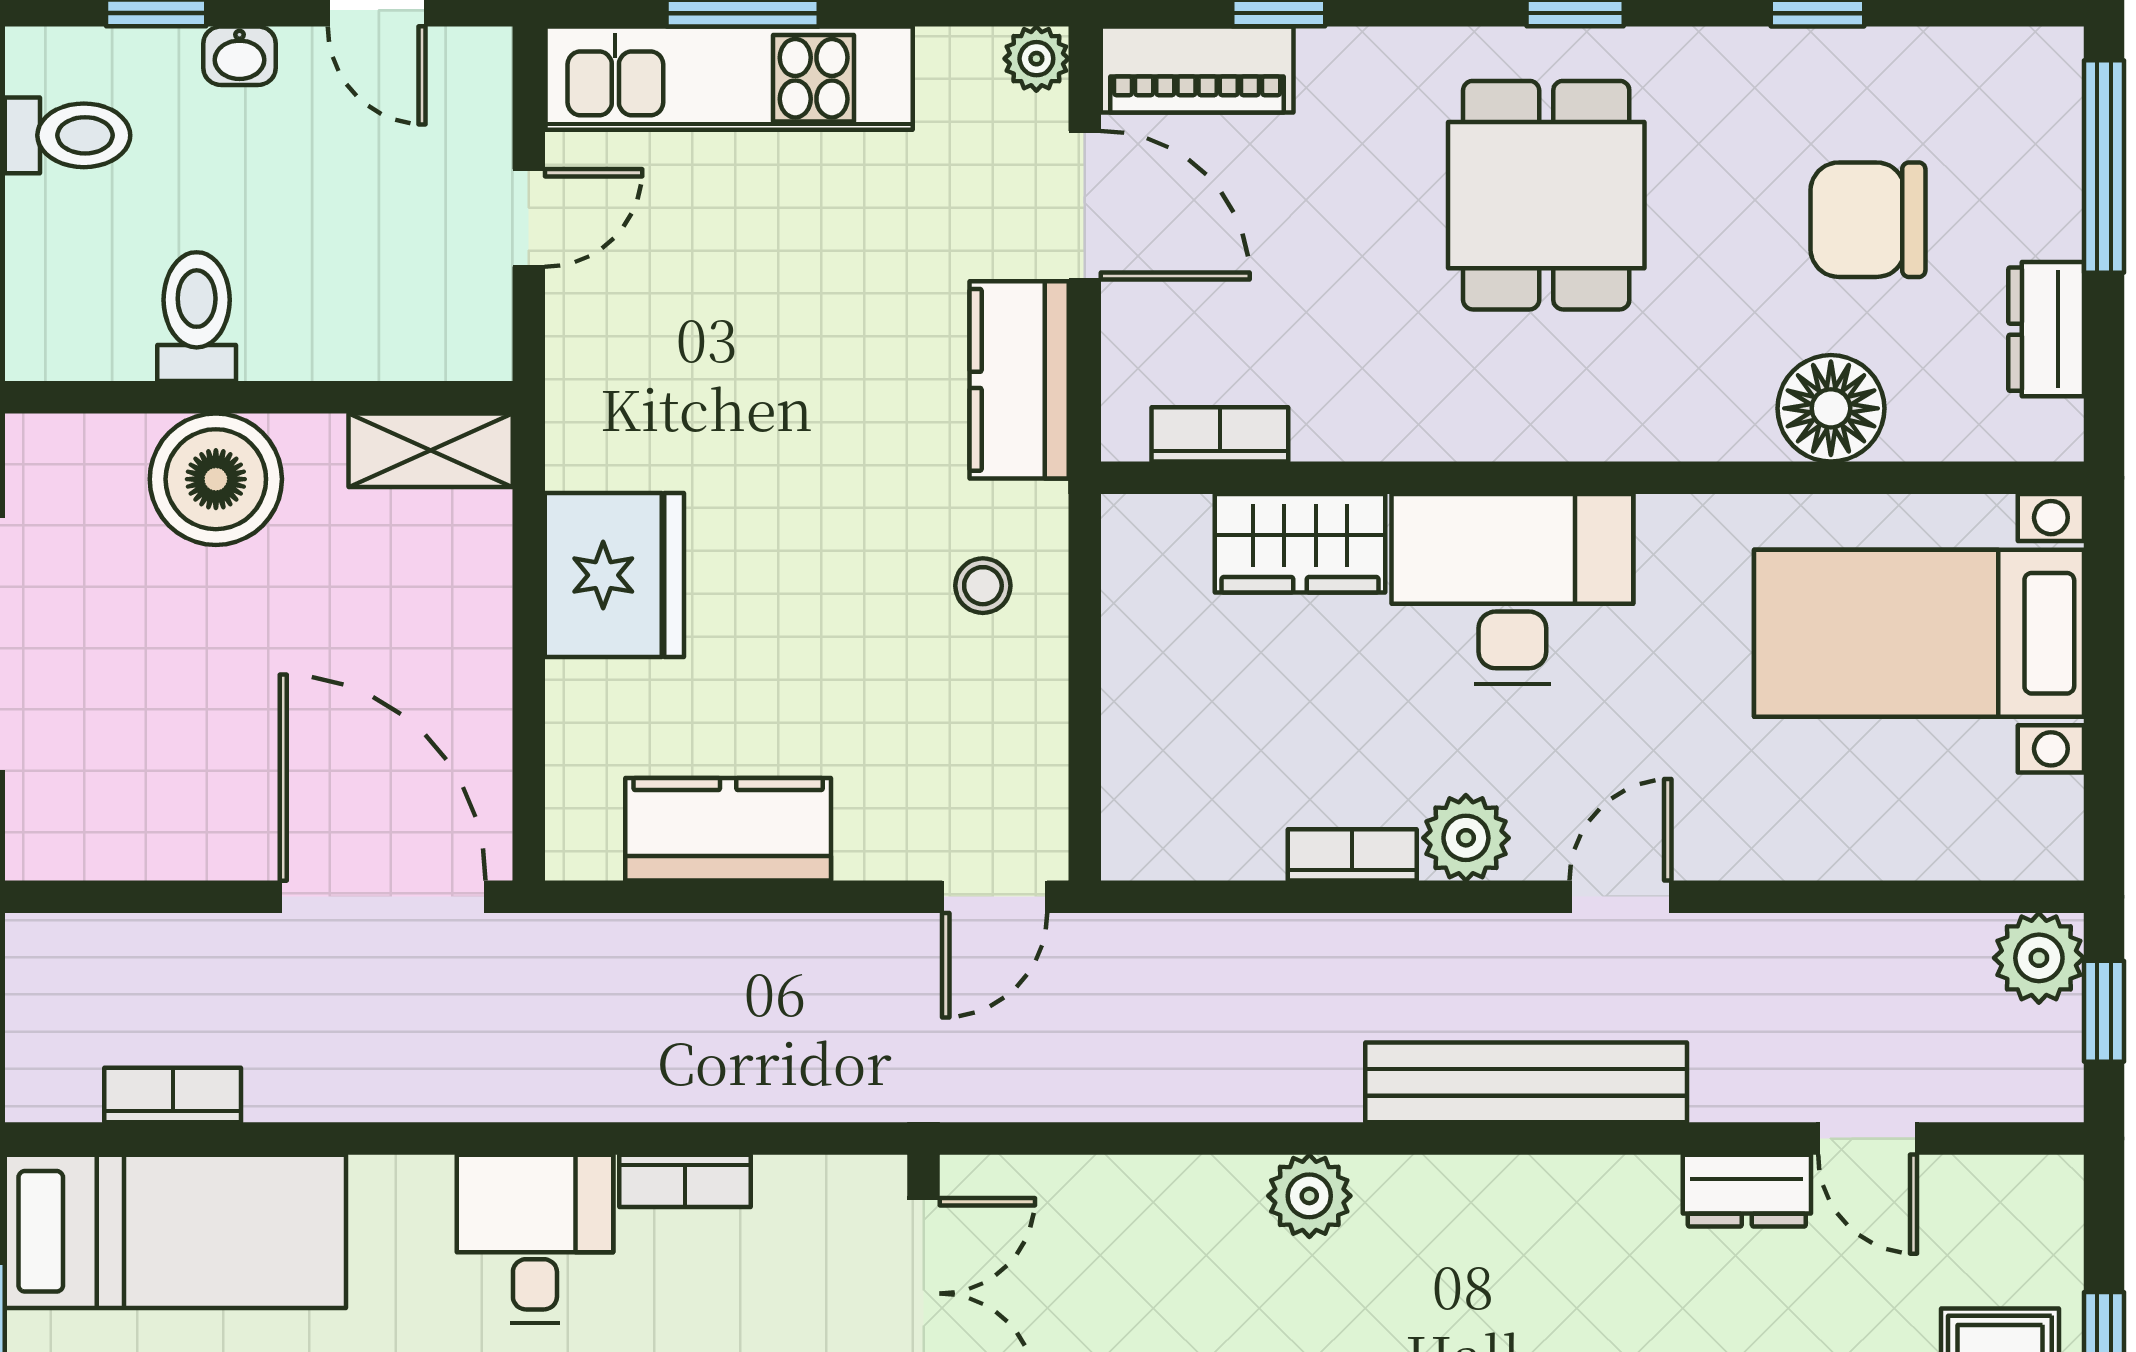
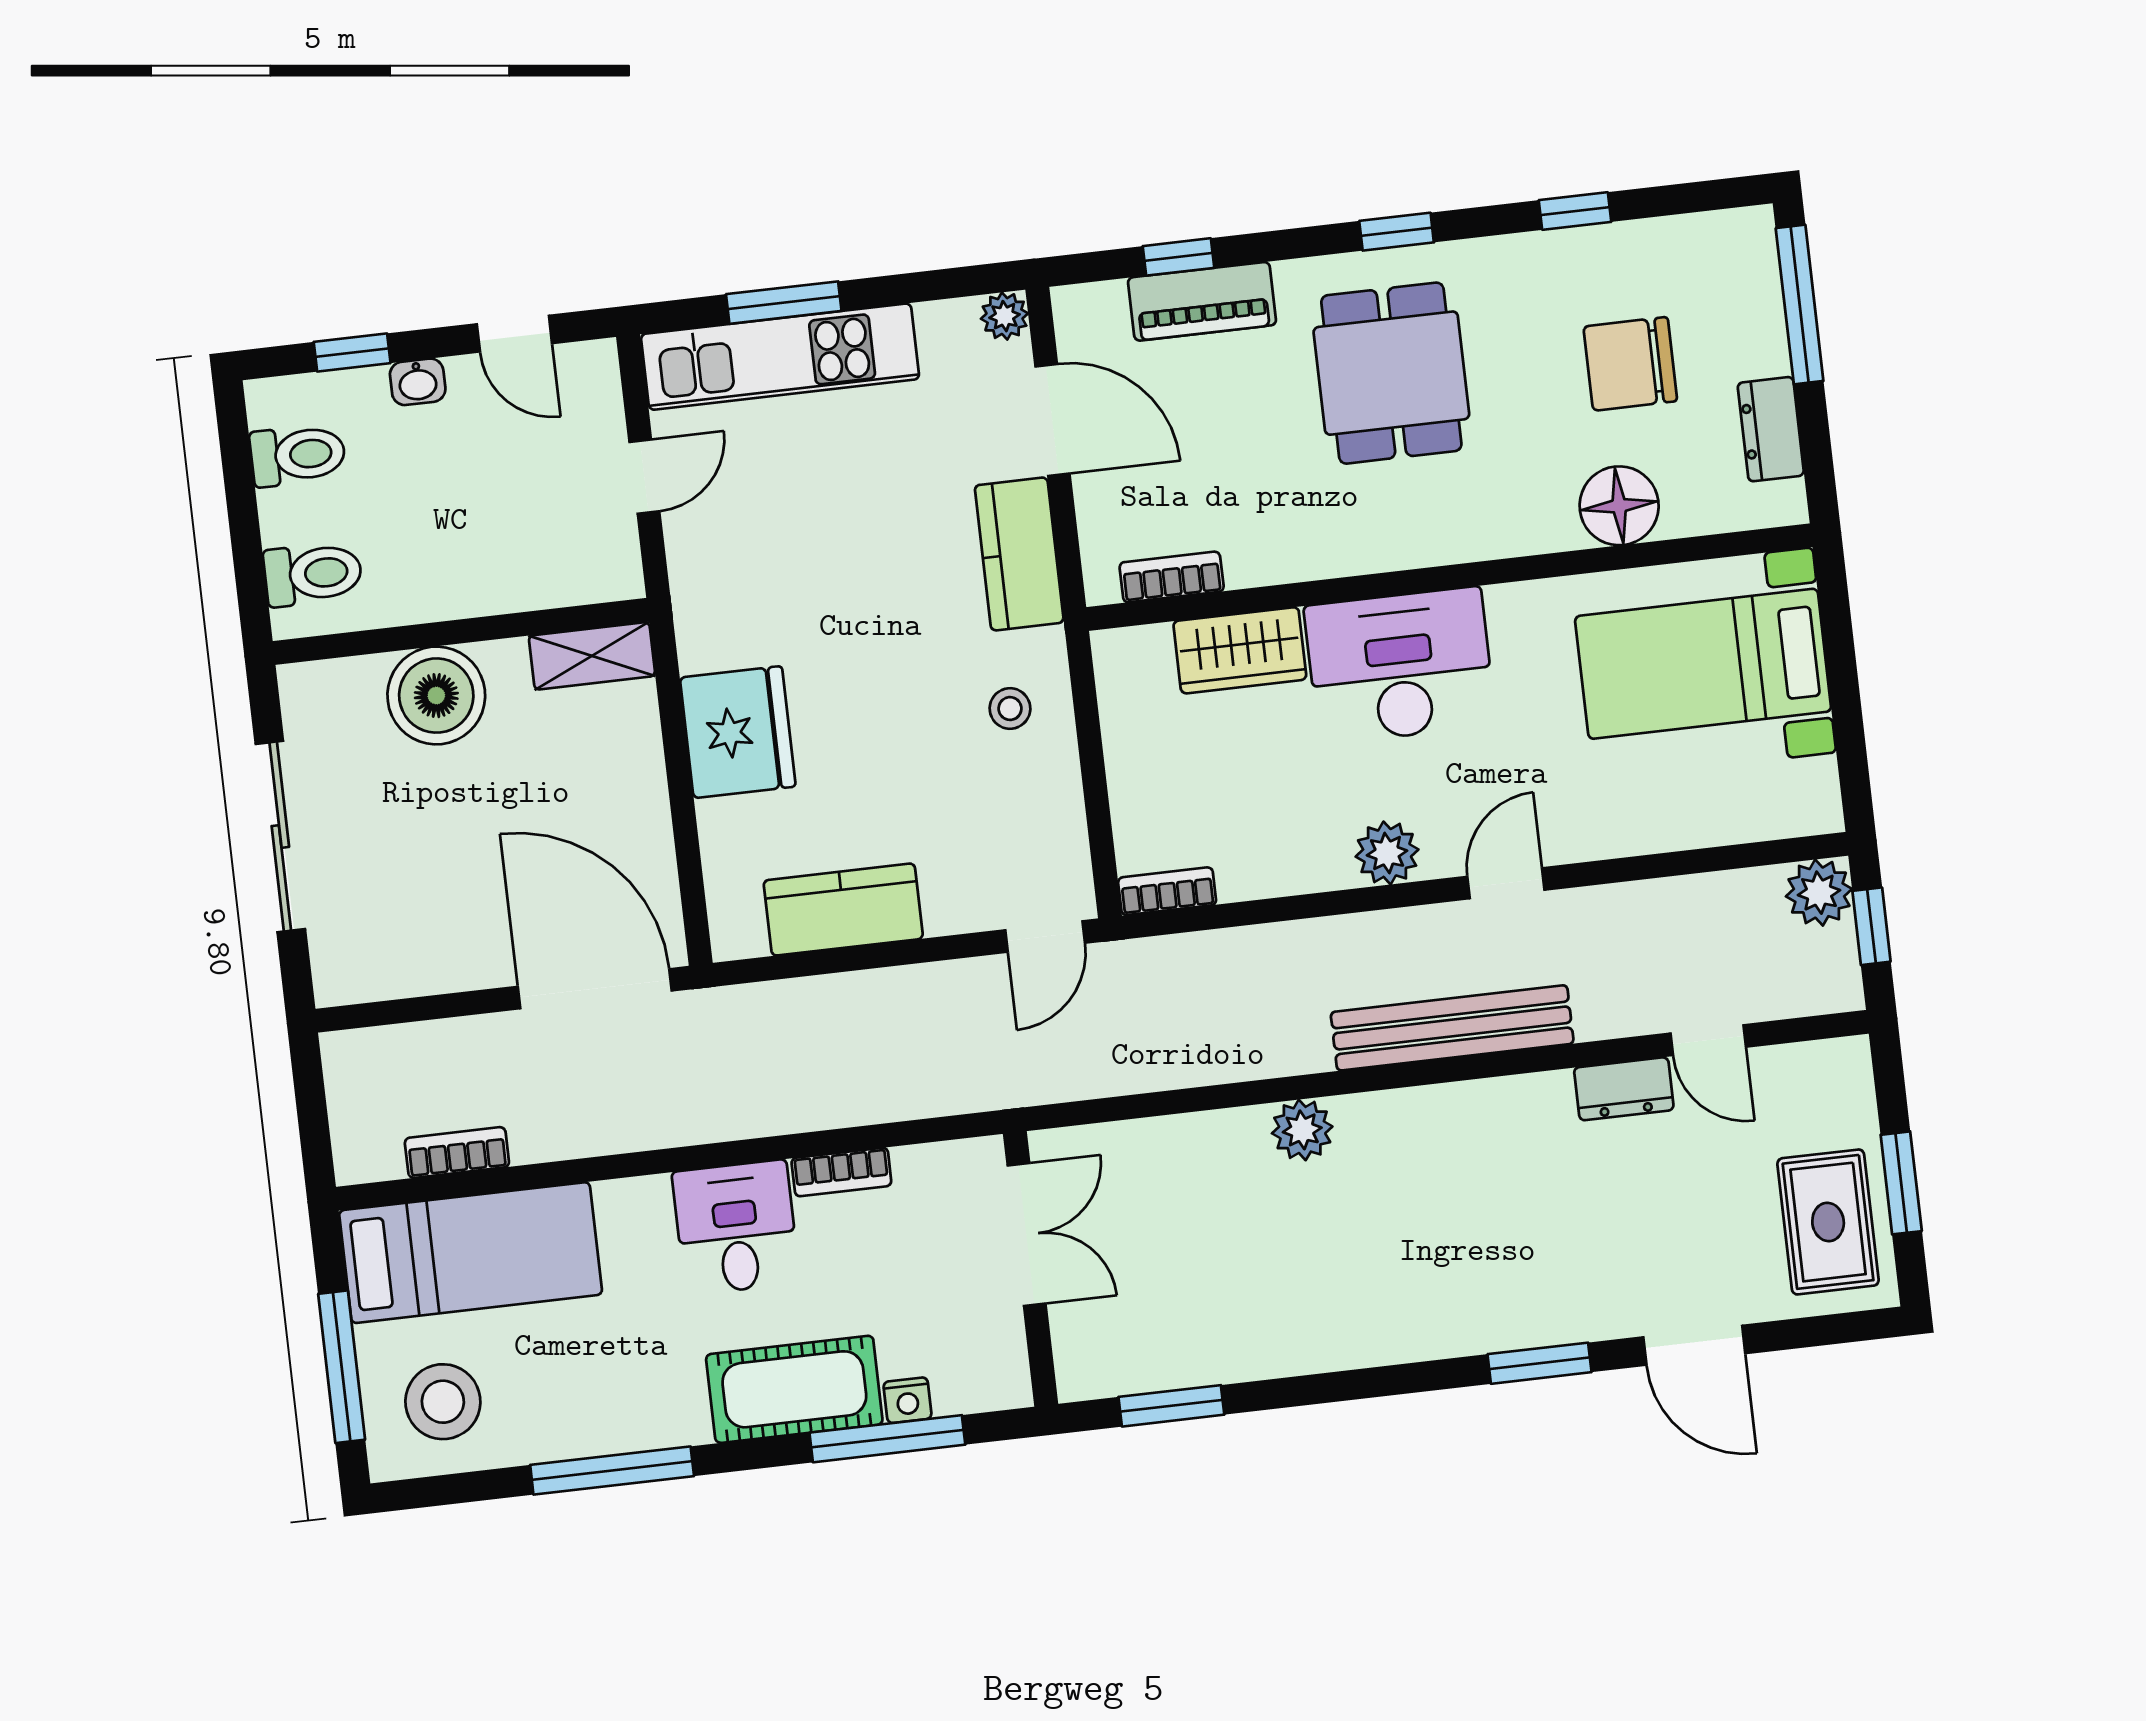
piano: (1197, 70) -> (1202, 301), moved
toilet: (197, 317) -> (313, 574), moved, turned 90
bookcase: (1352, 855) -> (1167, 891), moved

